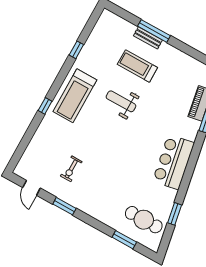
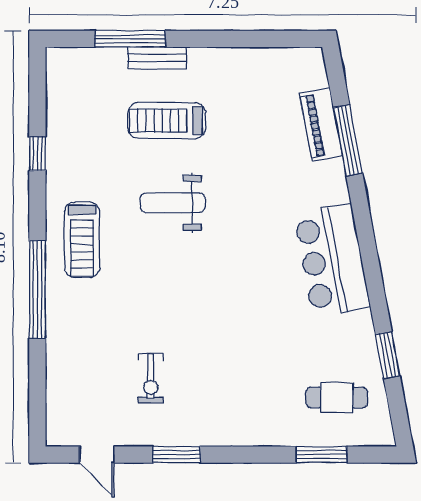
window: (154, 31) -> (130, 39), moved
treadmill: (75, 96) -> (82, 240), width x0.73, depth x0.73
window: (45, 106) -> (37, 289), width x3.17
cafe table: (144, 220) -> (337, 398), width x0.73, depth x0.74

